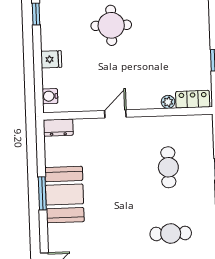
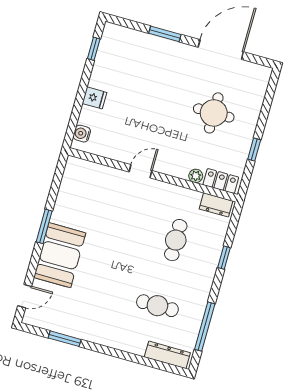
round table: (111, 25) -> (214, 113), moved
dresser: (58, 128) -> (216, 205), moved
booth: (64, 195) -> (60, 255), moved

